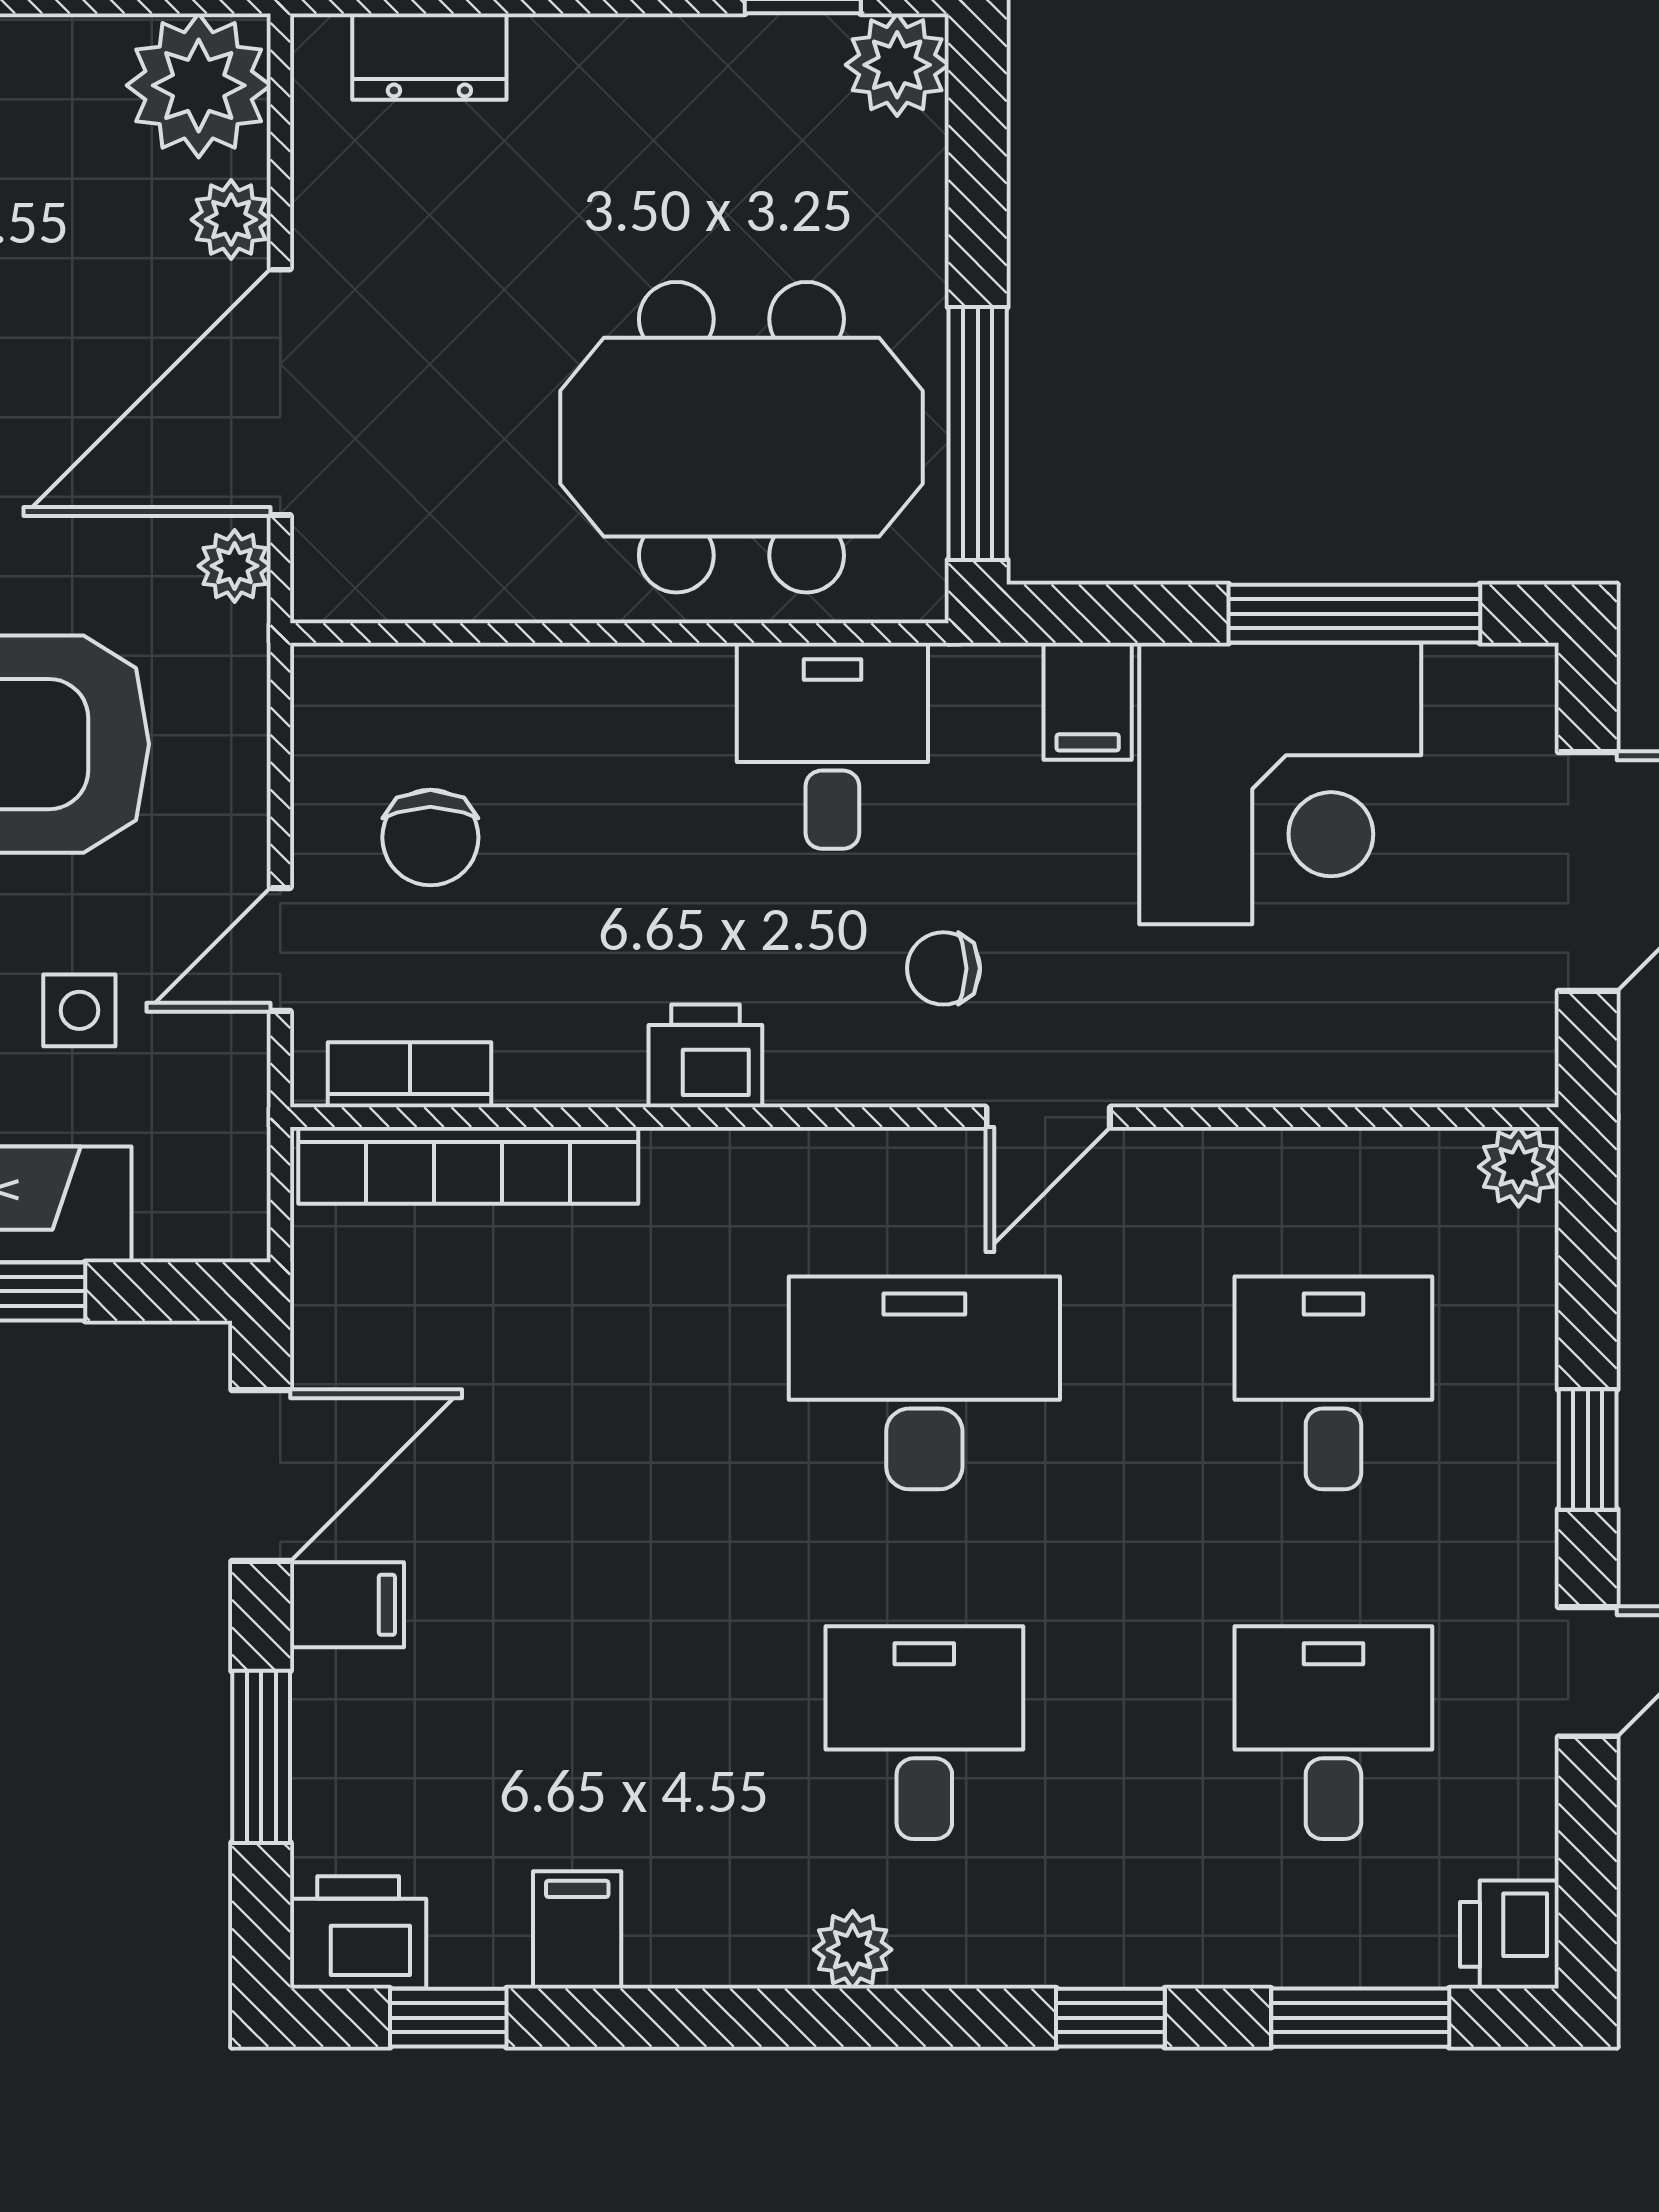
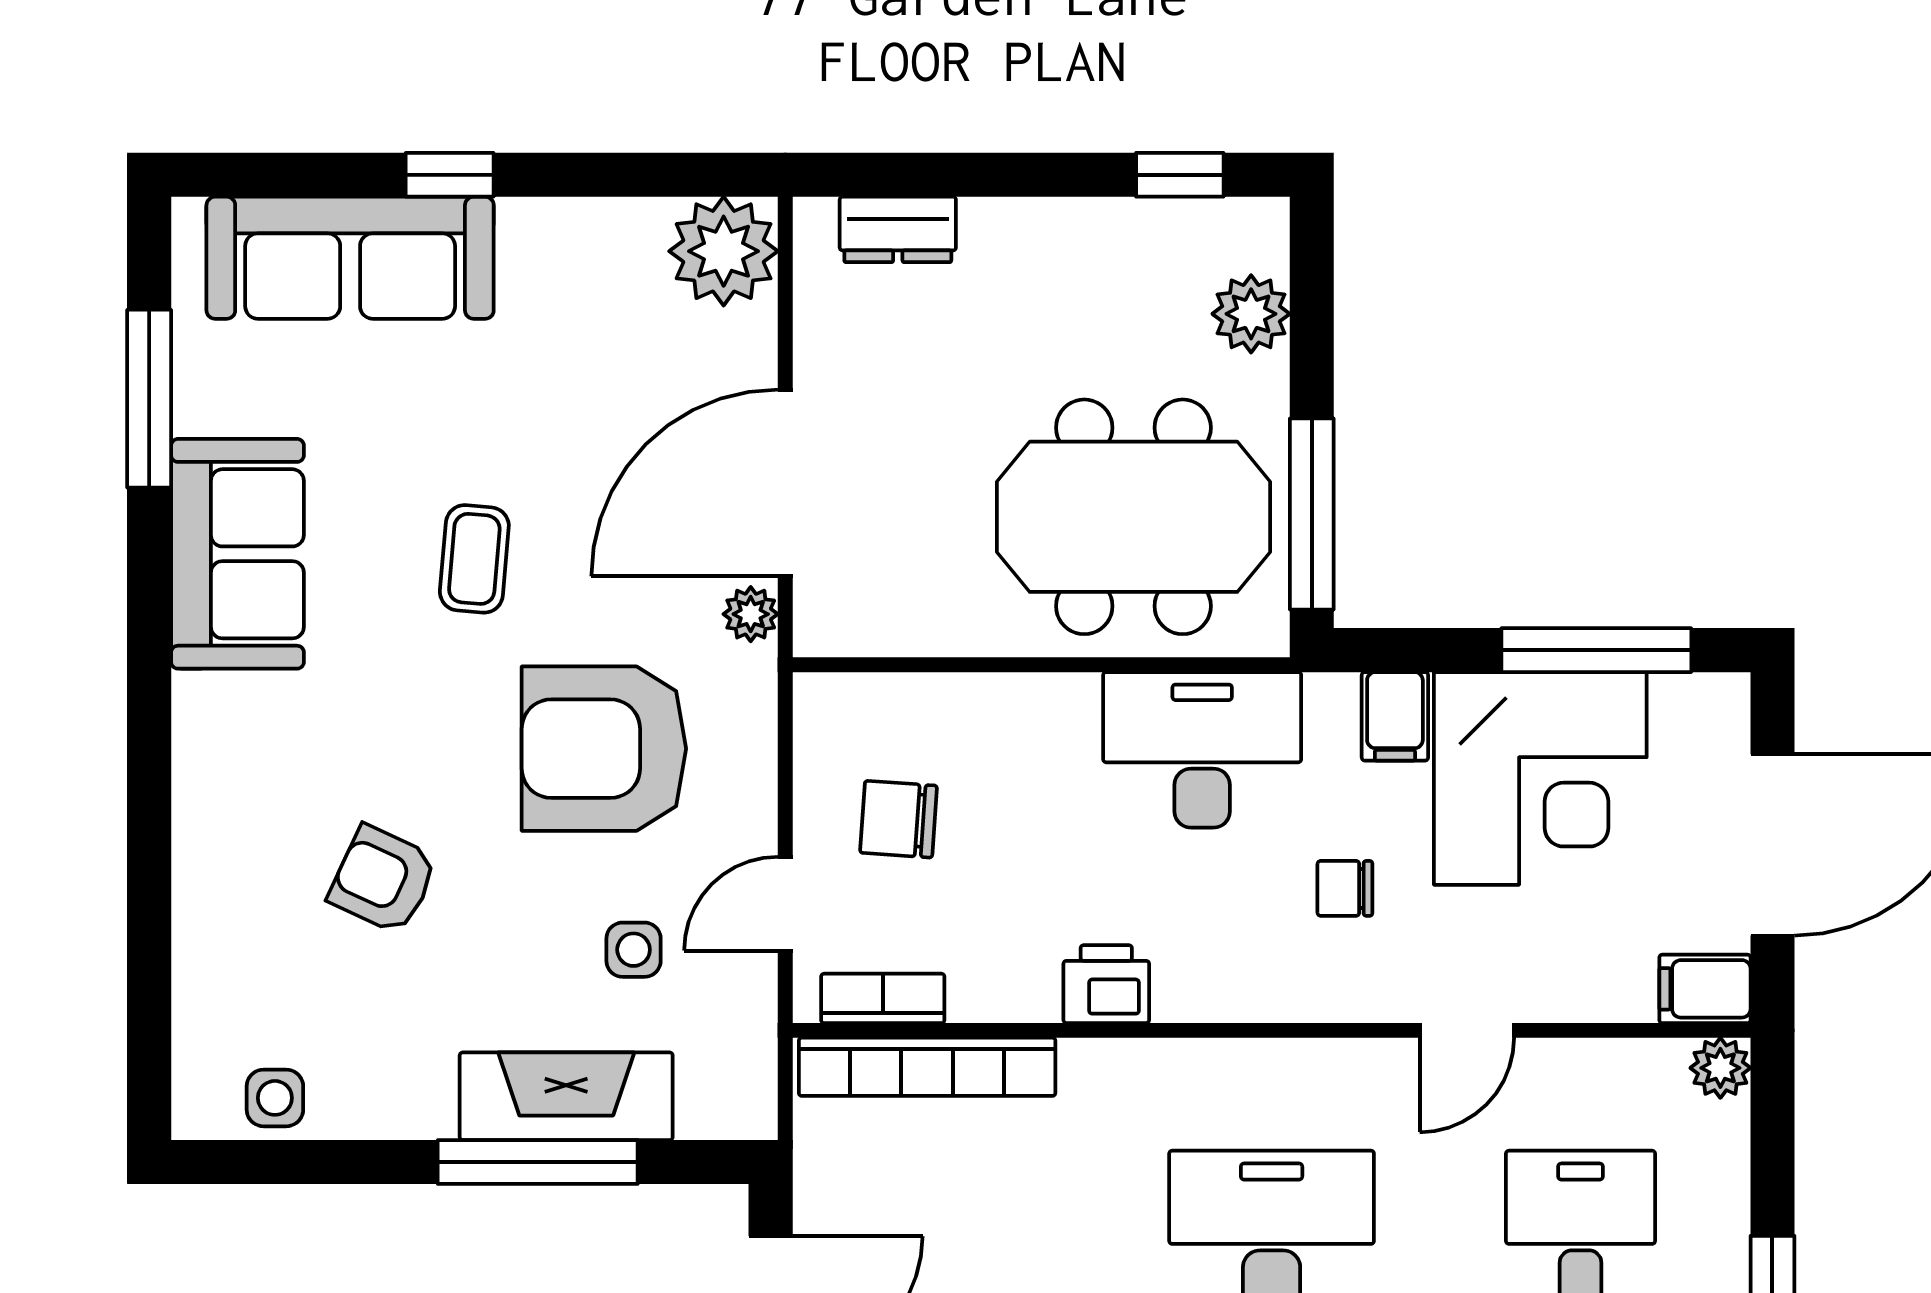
plant: (897, 65) -> (1251, 314), moved
plant: (231, 220) -> (748, 352), removed
desk: (832, 746) -> (1202, 750), width x1.37
chair: (430, 838) -> (899, 819), turned 94
chair: (943, 968) -> (1345, 888), moved
filing cabinet: (1498, 1062) -> (1705, 989), added
door: (1048, 1117) -> (1467, 1030), moved

